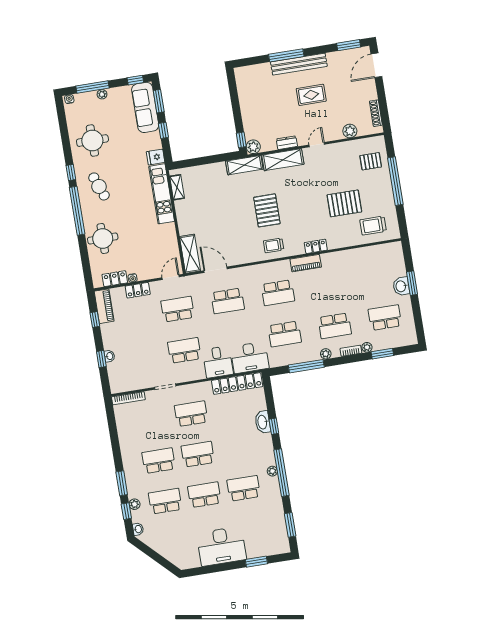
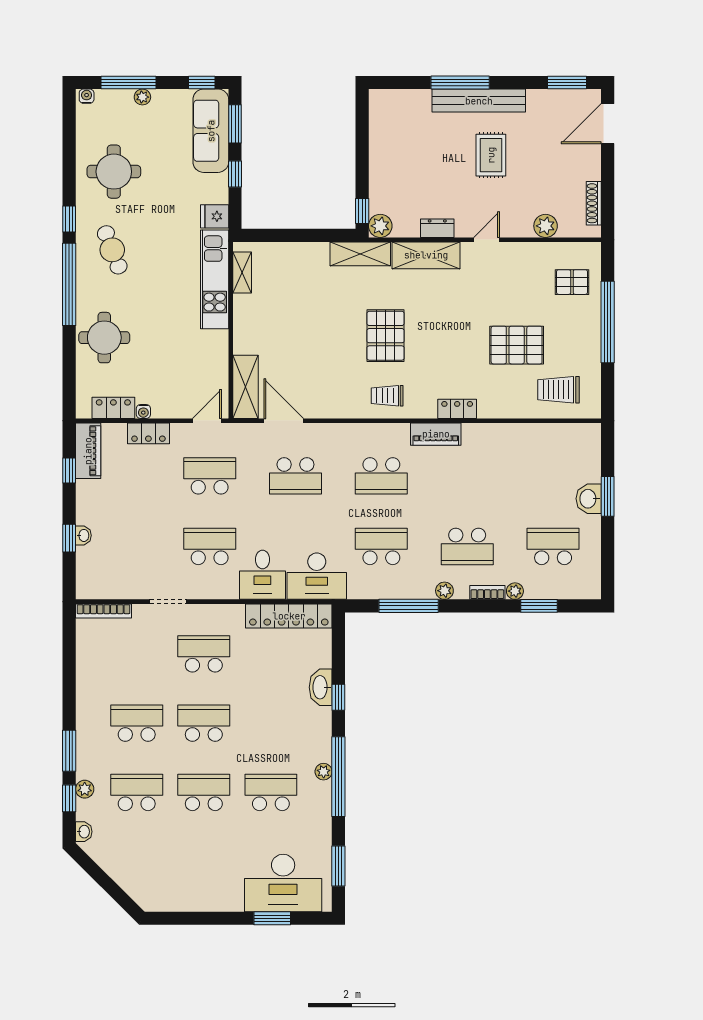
rug: (311, 95) -> (491, 155), turned 90
school desk: (285, 334) -> (381, 546), turned 180
desk: (222, 546) -> (283, 883), moved

